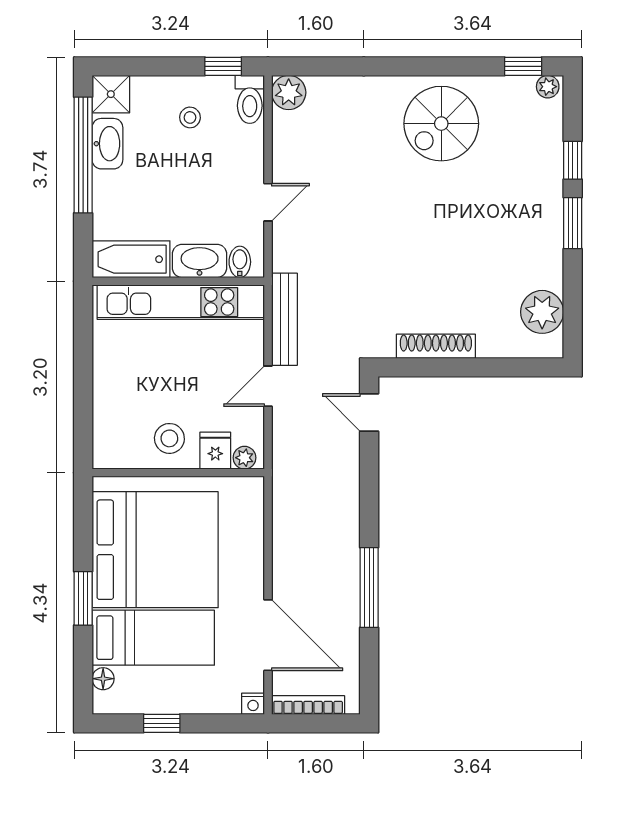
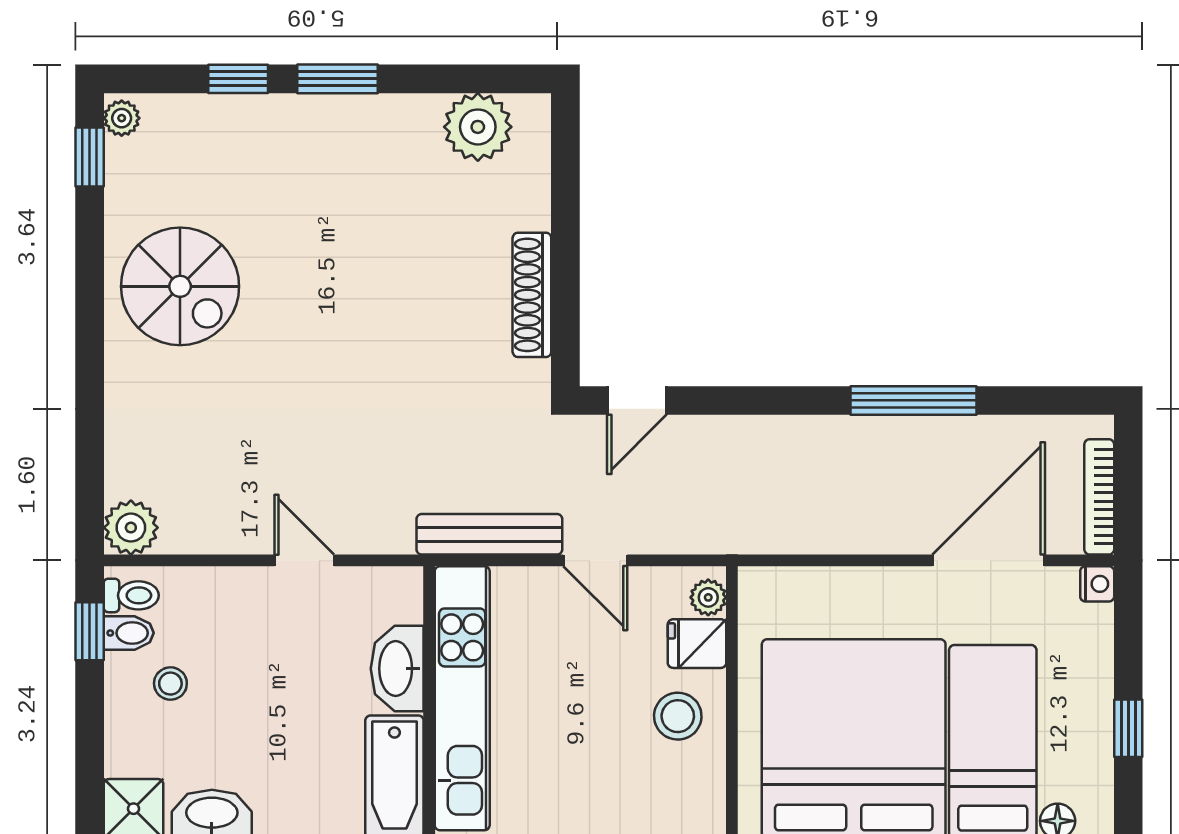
toilet: (250, 99) -> (131, 595), width x0.73, depth x0.72
bidet: (240, 262) -> (129, 633), moved, turned 180

